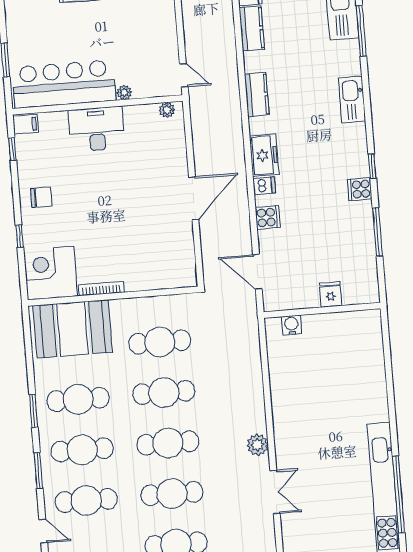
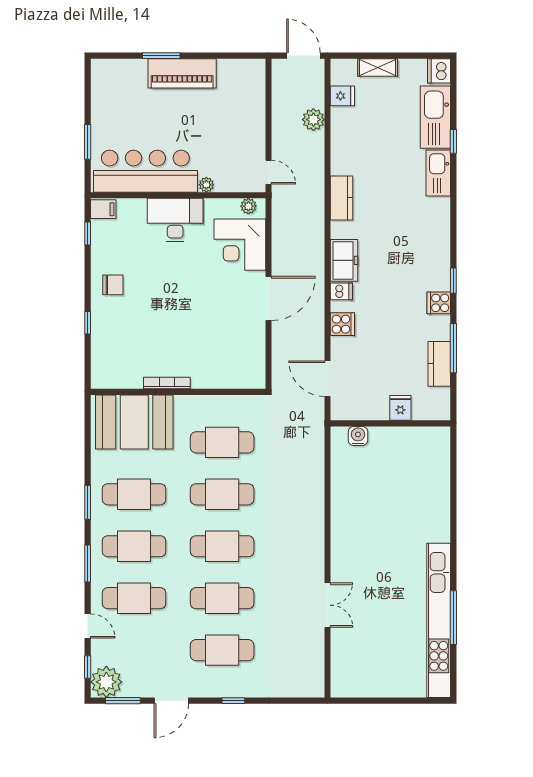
kitchen counter: (252, 28) -> (439, 364), moved, turned 180
window: (361, 31) -> (453, 141), width x0.46
kitchen sink: (352, 100) -> (438, 173), moved
corner desk: (51, 273) -> (240, 245), moved, turned -90
plant: (257, 445) -> (313, 120), moved
window: (399, 494) -> (453, 618), width x0.68

